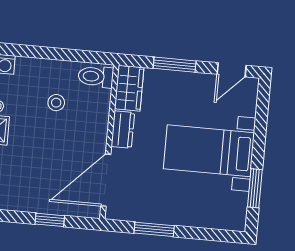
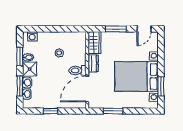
toilet: (96, 77) -> (78, 71), moved
bed with nightstands: (209, 151) -> (137, 76), width x1.36
window: (50, 220) -> (51, 111), moved

